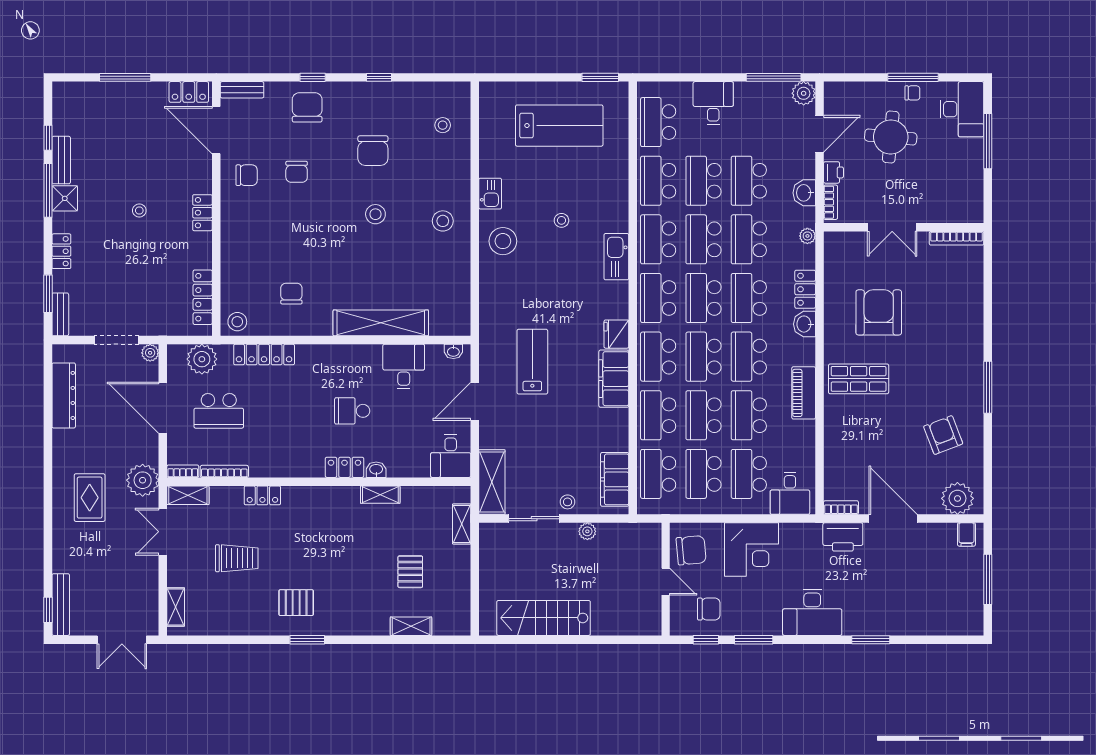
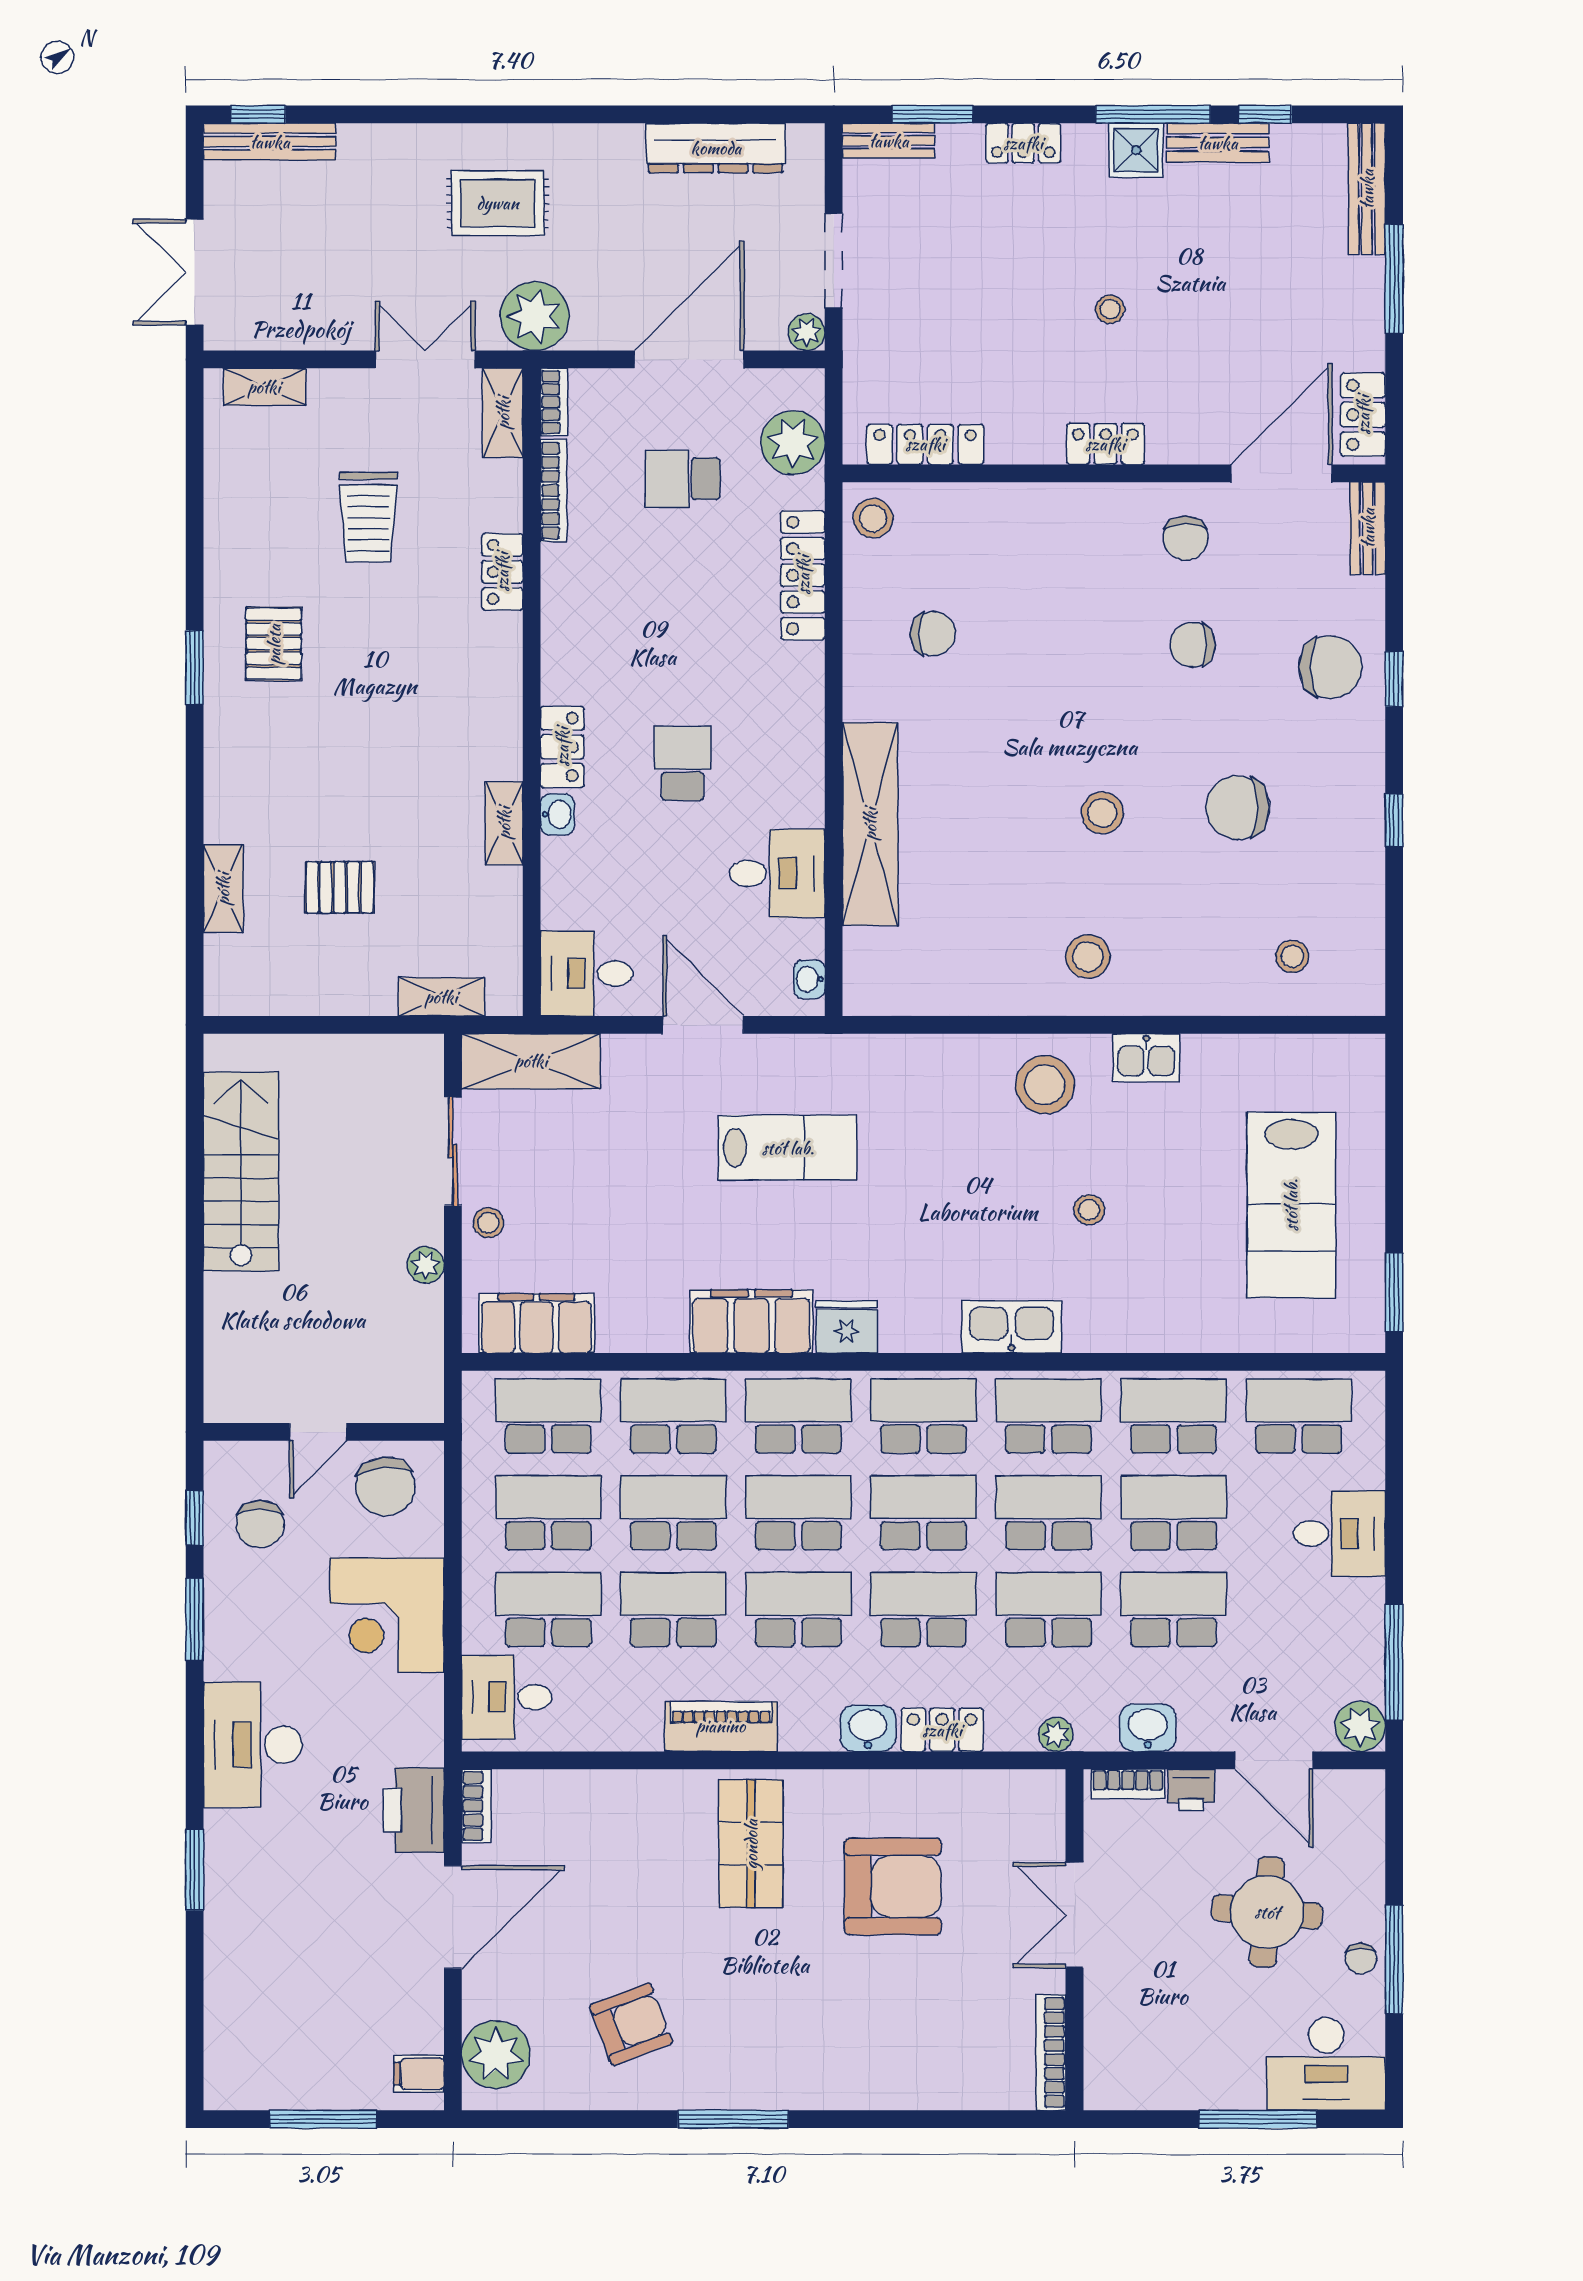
bench: (83, 90) -> (1367, 189), added
school desk: (219, 411) -> (683, 479), width x0.54

